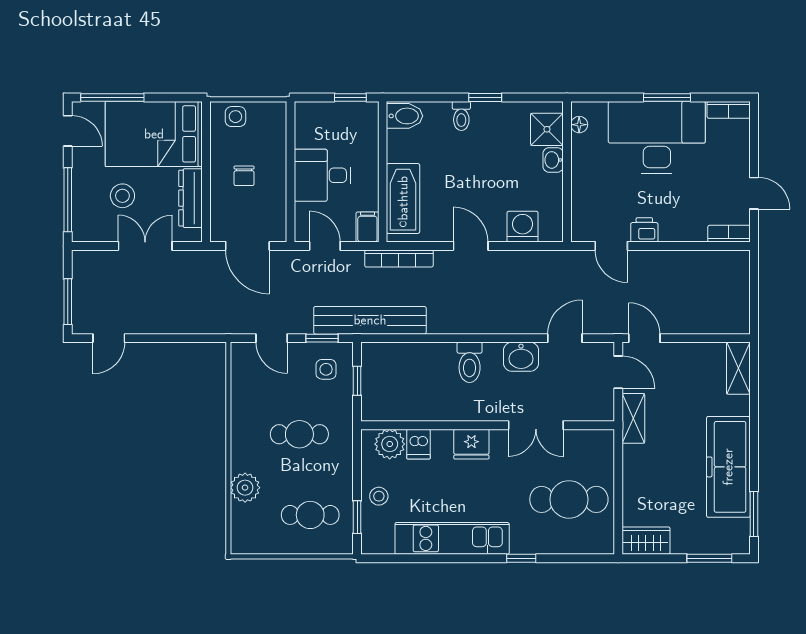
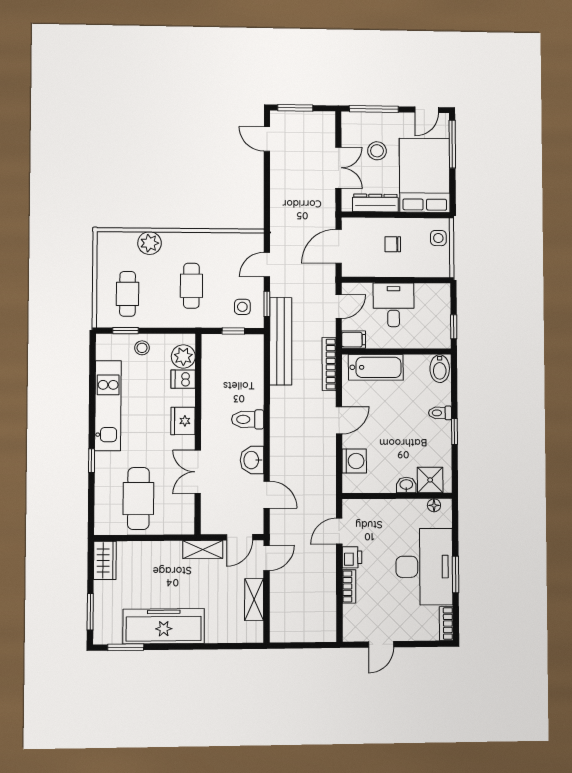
bookcase: (729, 234) -> (349, 586), moved
shelving: (738, 368) -> (254, 599), moved, turned 90

